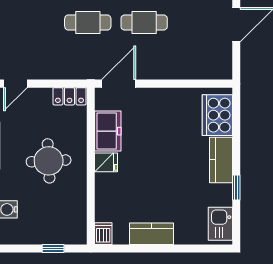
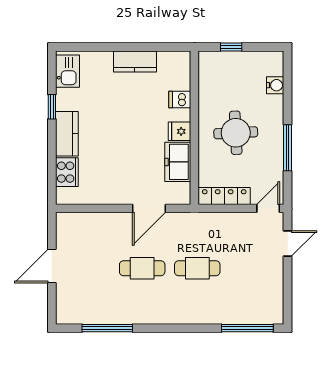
door: (119, 84) -> (149, 208), moved
locker: (69, 96) -> (224, 196), width x1.53
cooker: (217, 115) -> (67, 172), width x0.73, depth x0.76
dishwasher: (103, 234) -> (180, 99), moved, turned 90

